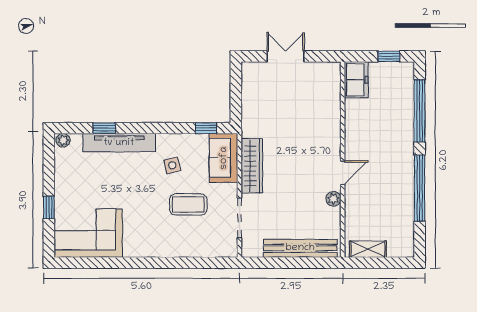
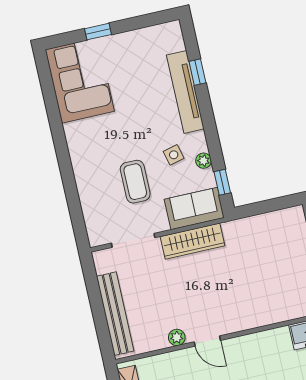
plant: (63, 140) -> (203, 161), moved

